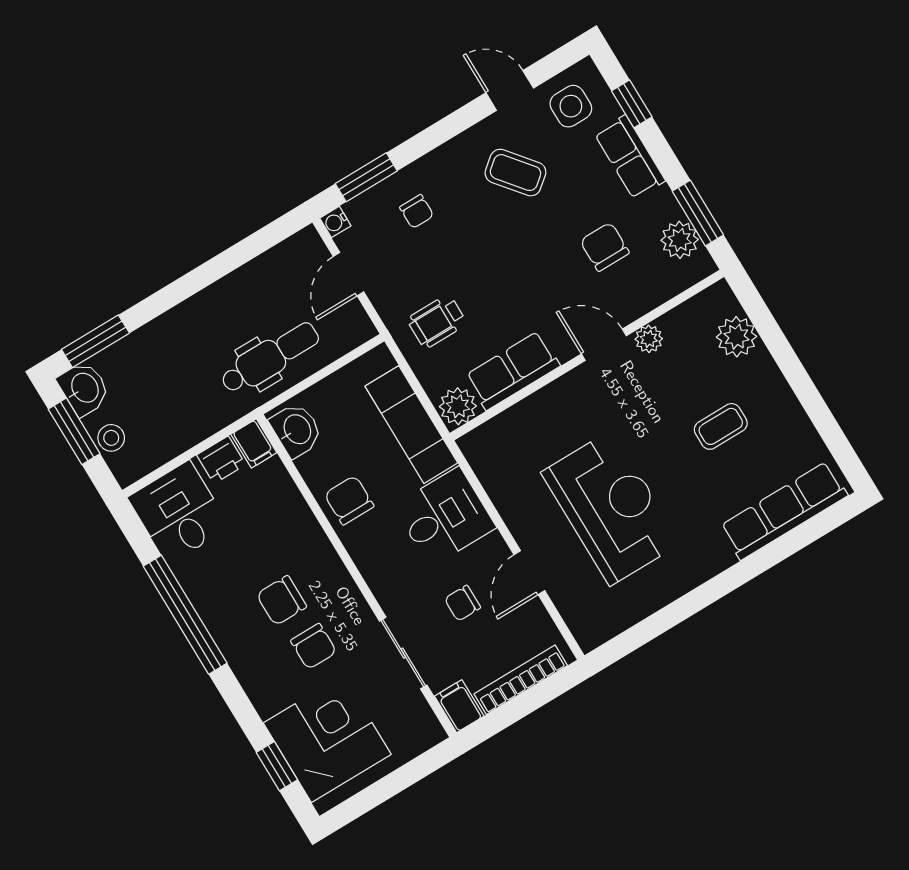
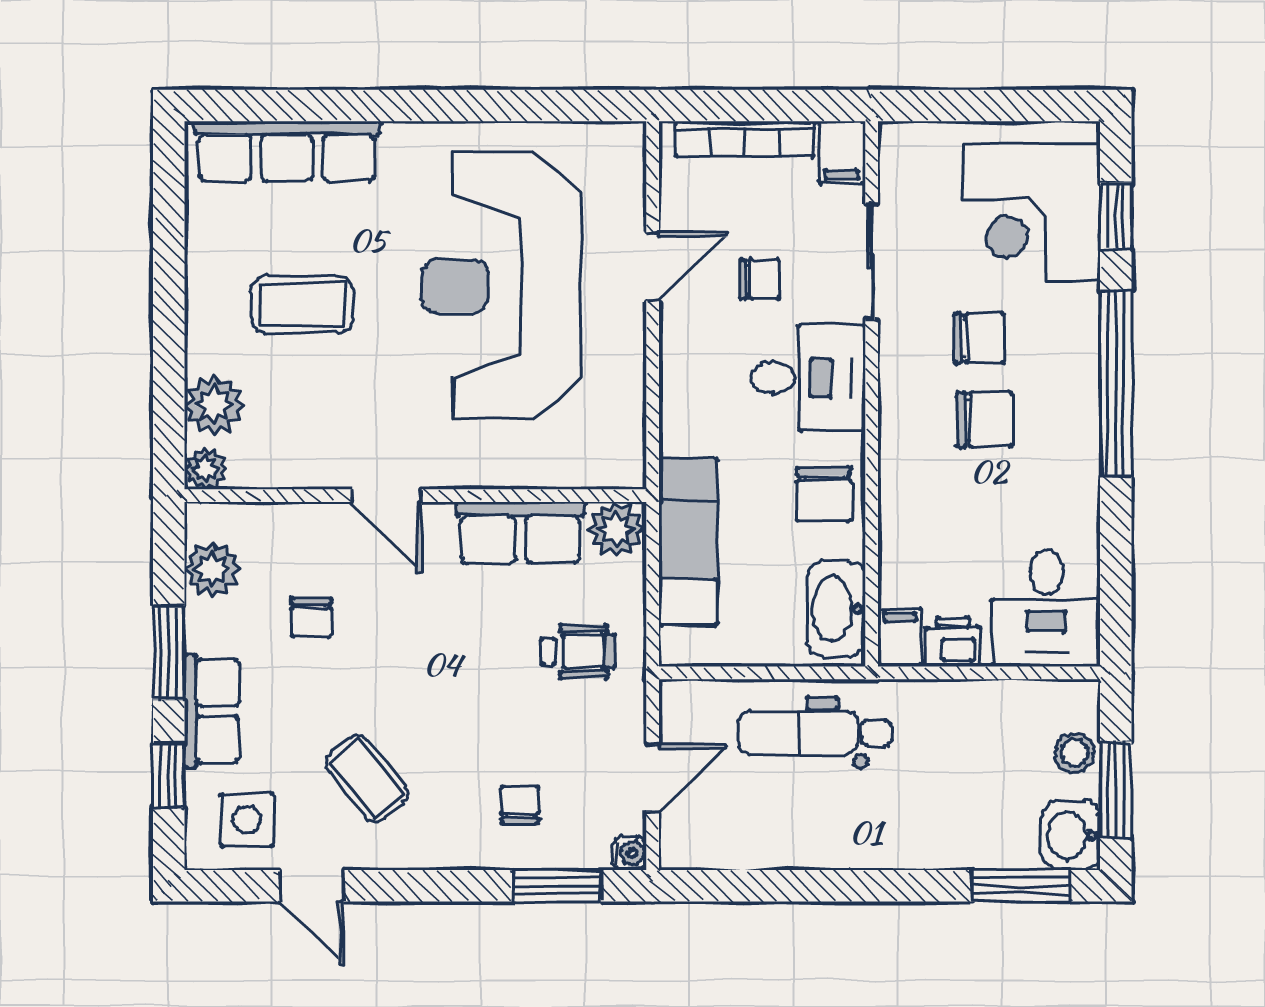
window: (698, 213) -> (169, 652), moved
chair: (605, 247) -> (311, 618), width x0.73, depth x0.73
plant: (649, 339) -> (206, 469), moved
coffee table: (721, 426) -> (302, 305), width x1.36, depth x1.30
washbasin: (296, 430) -> (836, 609), width x1.38
reception desk: (611, 508) -> (501, 286), width x1.36, depth x1.30
desk: (445, 517) -> (808, 378), moved, turned 180
window: (185, 615) -> (1116, 384), moved
chair: (314, 646) -> (979, 338), turned 90

